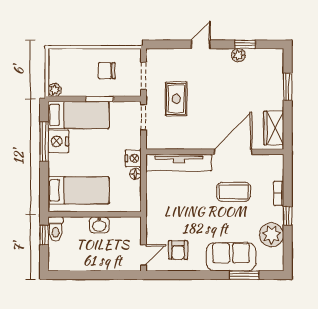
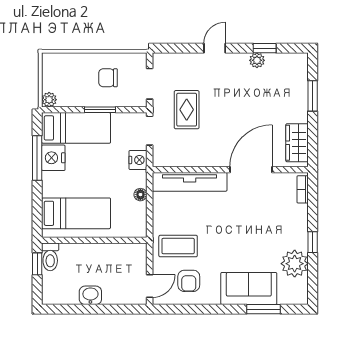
nightstand: (133, 158) -> (138, 160), moved
coffee table: (234, 192) -> (178, 246), moved
bookcase: (279, 193) -> (303, 189), moved
washbasin: (99, 225) -> (90, 295), moved, turned 180

